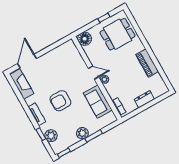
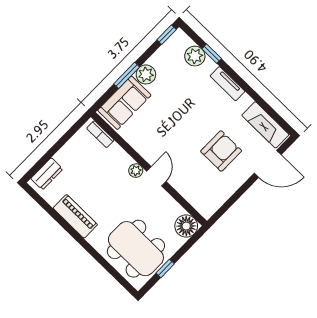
dining table: (117, 34) -> (136, 249), width x1.38
door: (27, 61) -> (268, 164), hinge flipped
door: (93, 73) -> (156, 176), swing flipped
dresser: (144, 99) -> (47, 174), moved
armchair: (60, 101) -> (221, 151), moved
sofa: (98, 102) -> (124, 103), moved, turned 90

